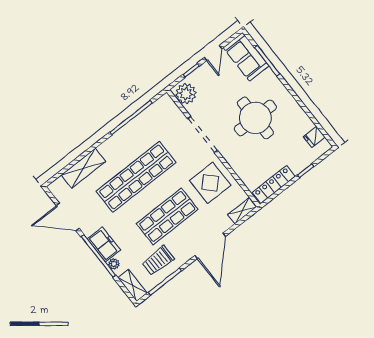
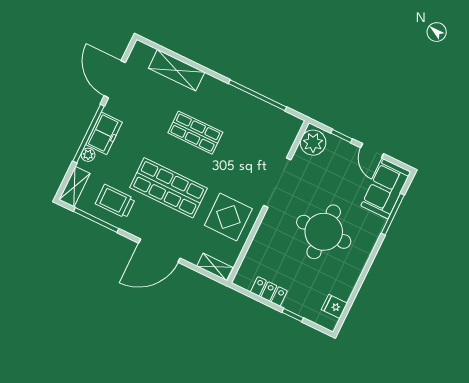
door: (213, 53) -> (372, 151), hinge flipped
shop shelf: (136, 177) -> (195, 133), width x0.50, depth x0.74
locker: (274, 184) -> (269, 291), width x0.66

